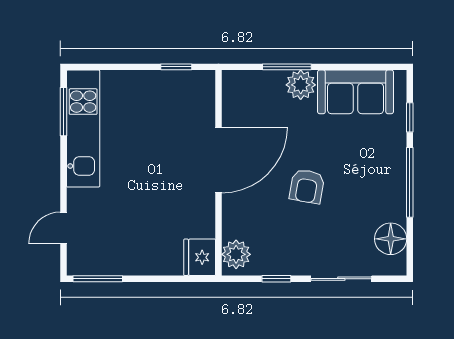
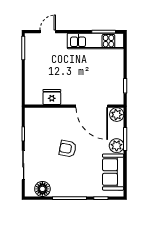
door: (219, 160) -> (92, 106), moved
door: (64, 228) -> (48, 32), hinge flipped
plant: (236, 254) -> (117, 115), moved
fridge: (200, 257) -> (52, 97), moved

